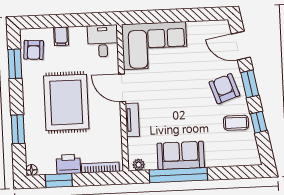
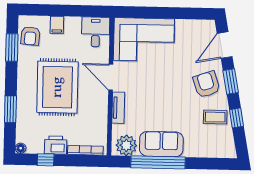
door: (241, 46) -> (225, 45), hinge flipped
plant: (139, 165) -> (126, 145), width x1.88, depth x1.88
window: (59, 180) -> (46, 160), width x0.67

